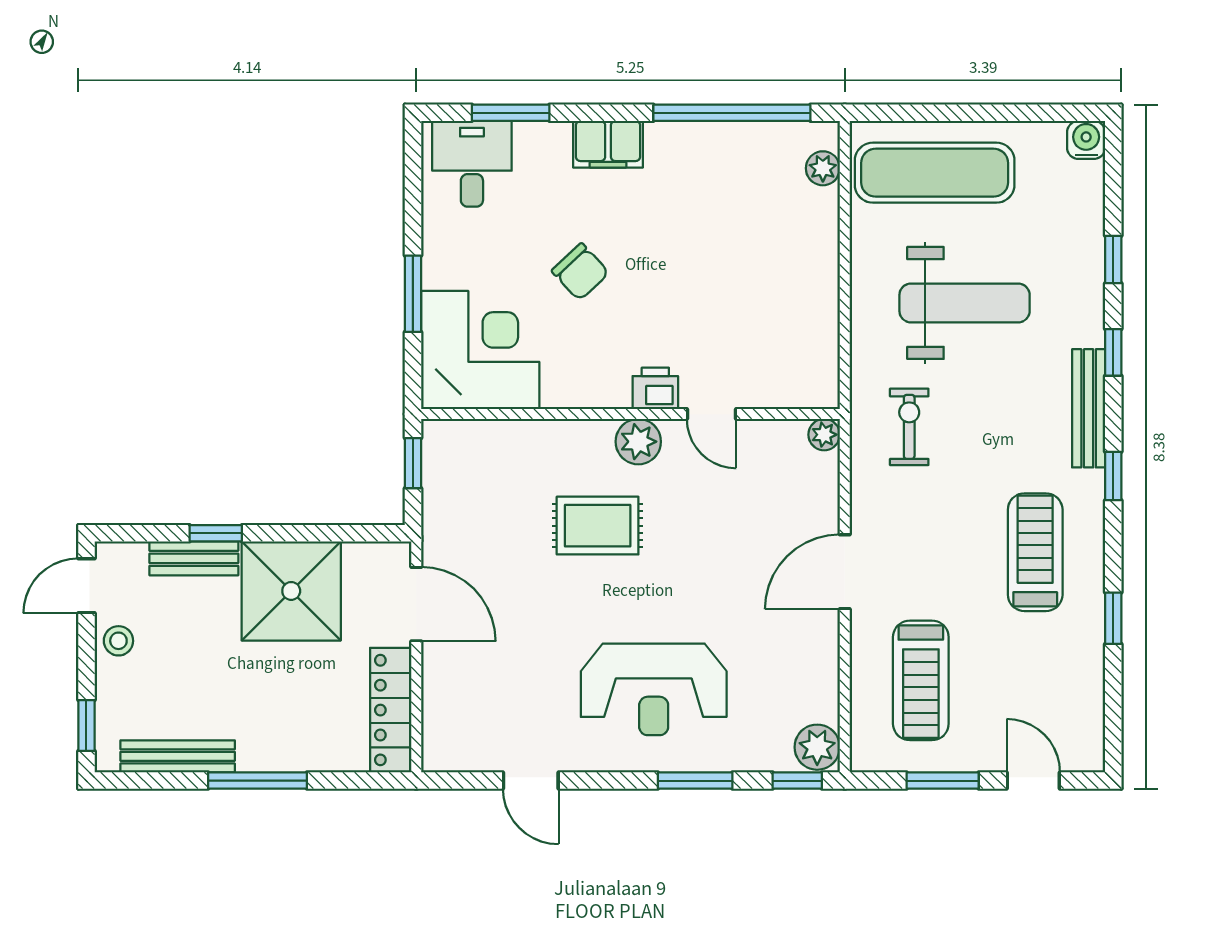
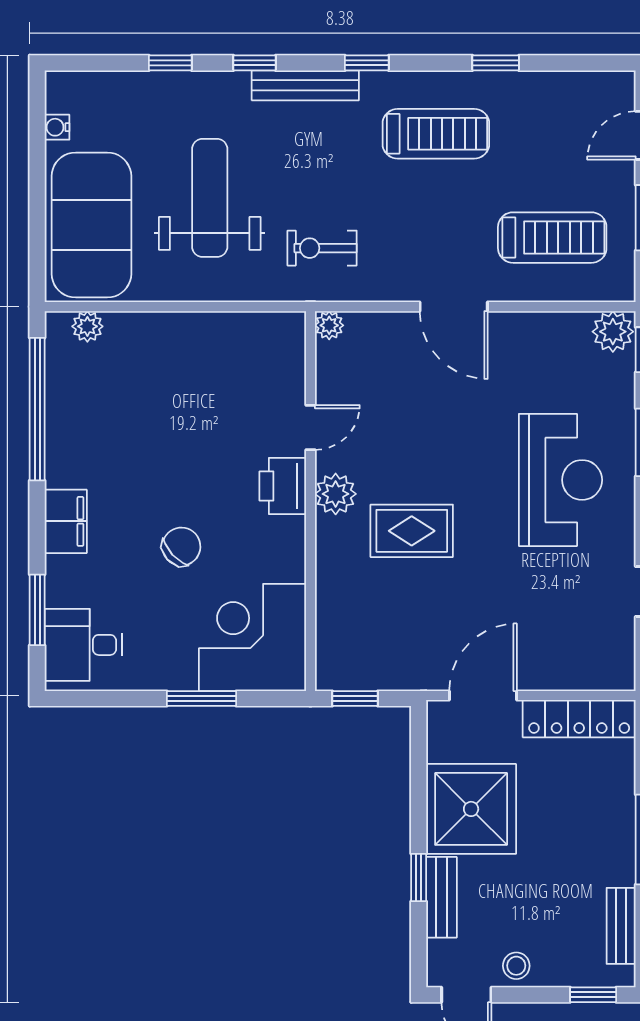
water cooler: (1086, 140) -> (57, 127), moved, width x0.72, depth x0.72
exercise mat: (935, 173) -> (91, 225), width x1.47
printer: (655, 388) -> (283, 486), width x1.36, depth x1.24
rug: (598, 526) -> (412, 531), turned 90
treadmill: (1035, 552) -> (436, 134), turned 180
bench: (178, 756) -> (621, 926), width x0.73

